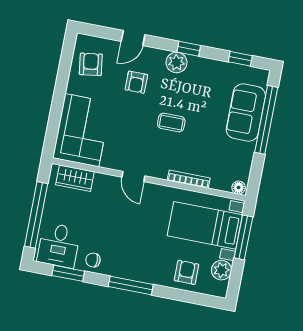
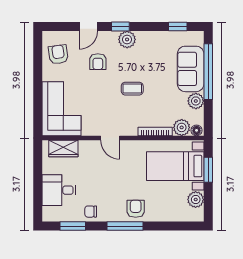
window: (189, 49) -> (120, 27), moved
plant: (245, 152) -> (196, 101), added
plant: (221, 181) -> (182, 127), added
window: (36, 215) -> (38, 184), removed
window: (243, 237) -> (208, 170), width x0.69
desk: (59, 245) -> (59, 190), moved, turned 90
armchair: (186, 272) -> (136, 209), moved

